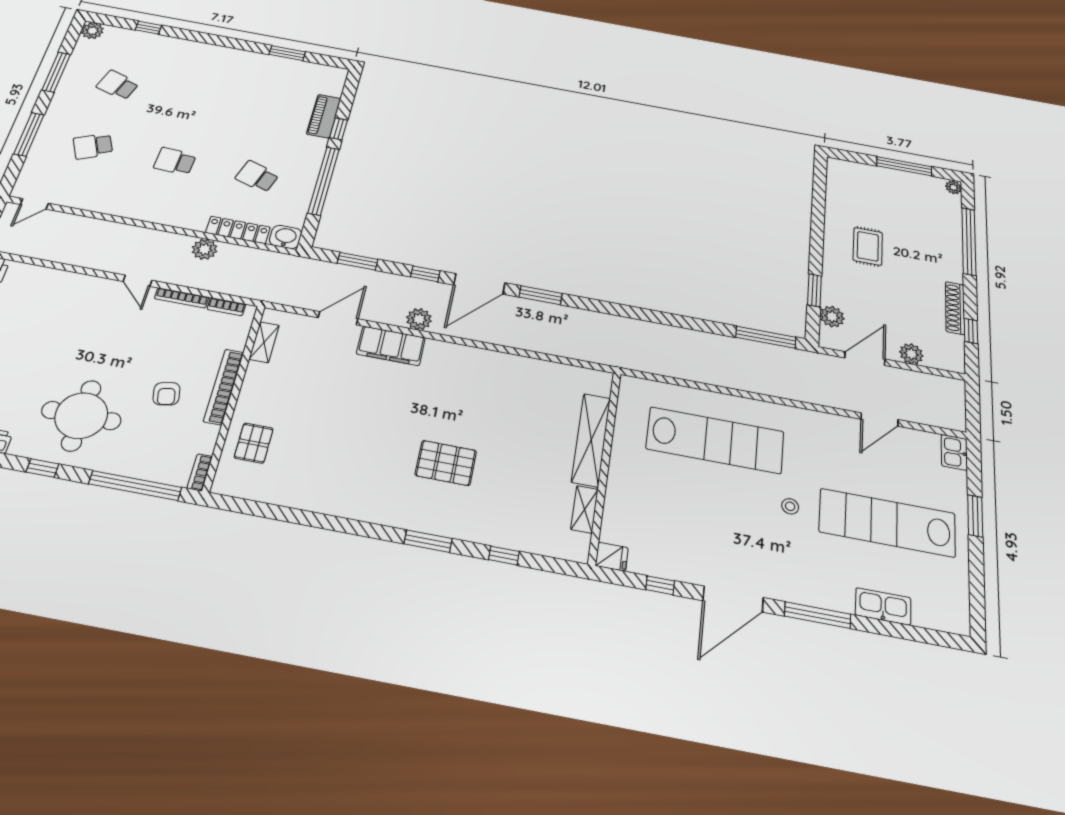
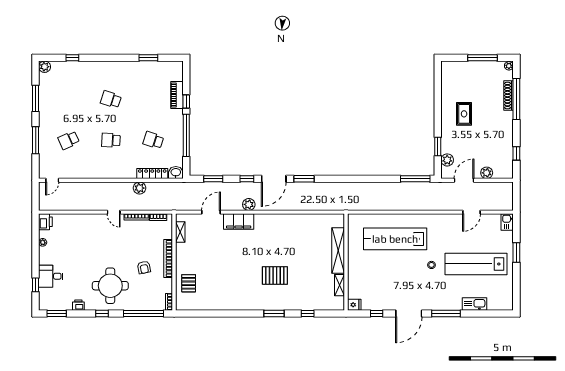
school desk: (118, 85) -> (111, 99), moved
shoe rack: (955, 308) -> (509, 96), moved
lab bench: (715, 440) -> (395, 239), turned 180

